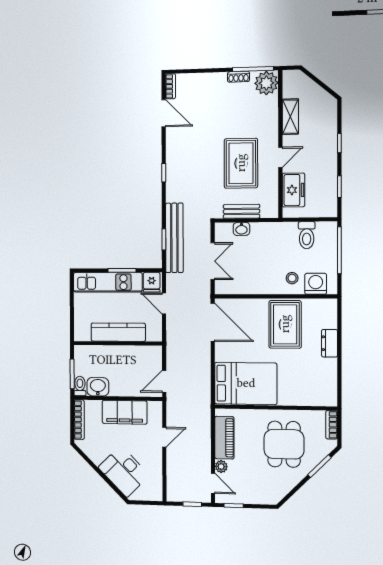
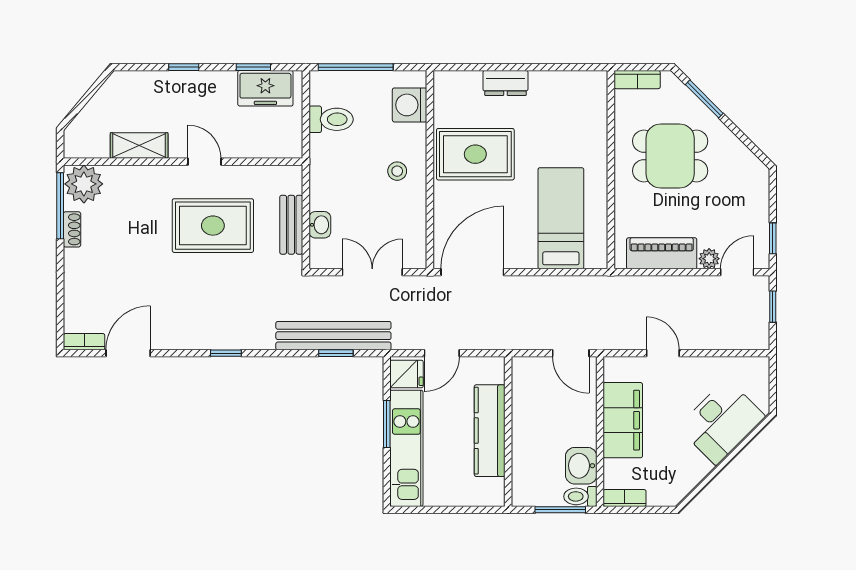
freezer: (293, 190) -> (265, 88), moved, turned 180
stool: (292, 278) -> (397, 171), moved
bed: (246, 383) -> (561, 218), width x0.67
bookcase: (79, 420) -> (625, 498), width x0.64

